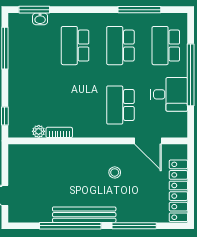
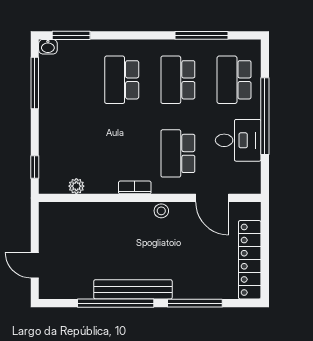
washbasin: (40, 19) -> (48, 47), moved
bookcase: (59, 132) -> (135, 187), moved
stool: (115, 172) -> (161, 211), moved

